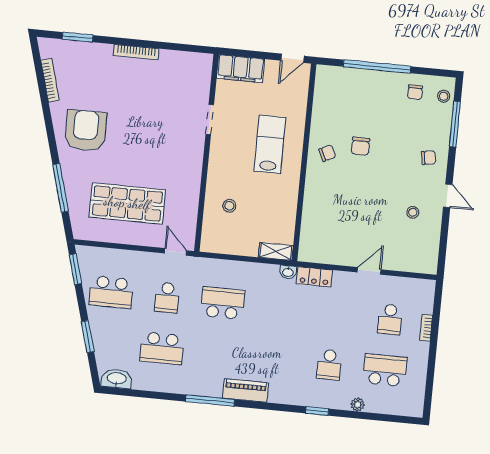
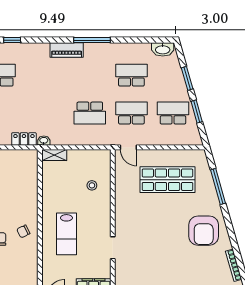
window: (75, 269) -> (197, 112), moved
school desk: (167, 298) -> (131, 113), width x1.85

